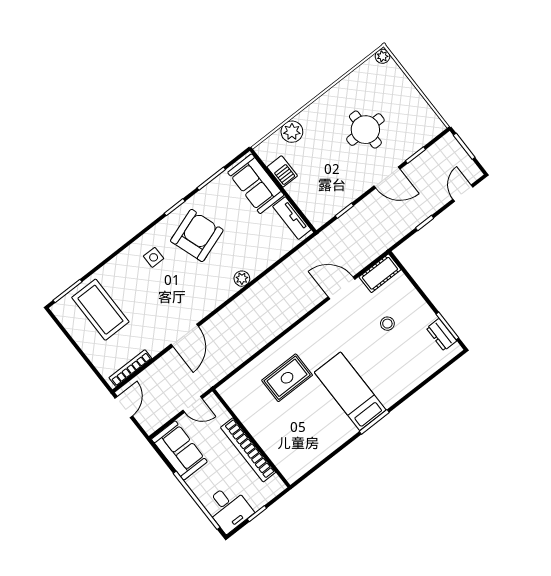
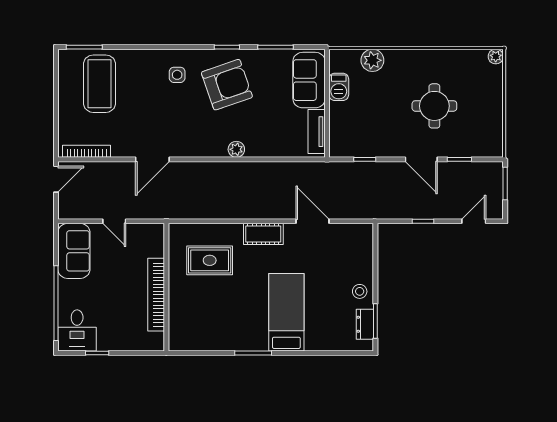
cot: (380, 273) -> (263, 234), moved
stool: (387, 324) -> (360, 291), moved
bed: (350, 391) -> (286, 312), moved
wall: (251, 438) -> (166, 287), moved
bookcase: (248, 450) -> (156, 295), moved

